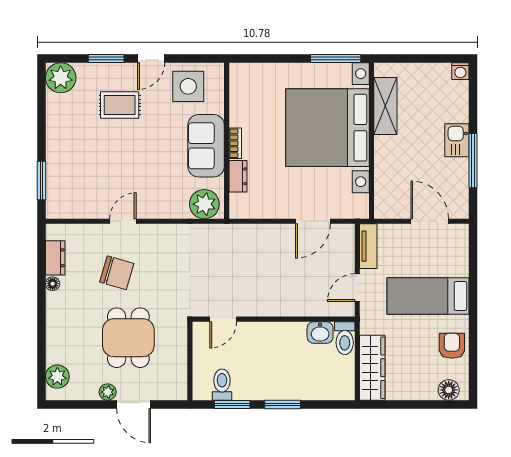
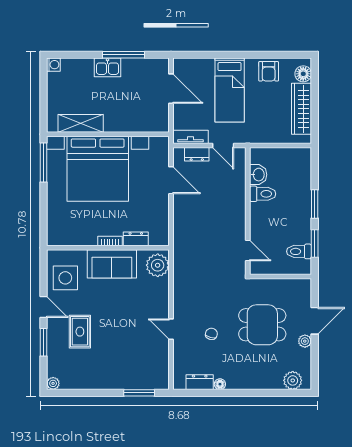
plant: (61, 78) -> (53, 383), width x0.53, depth x0.53
door: (430, 221) -> (171, 89), swing flipped
dresser: (346, 254) -> (197, 154), added
chair: (117, 273) -> (211, 334), width x0.54, depth x0.54
toilet: (345, 338) -> (263, 194), moved
armchair: (452, 346) -> (269, 71), turned -90
wardrobe: (372, 368) -> (301, 109), moved, turned -90

